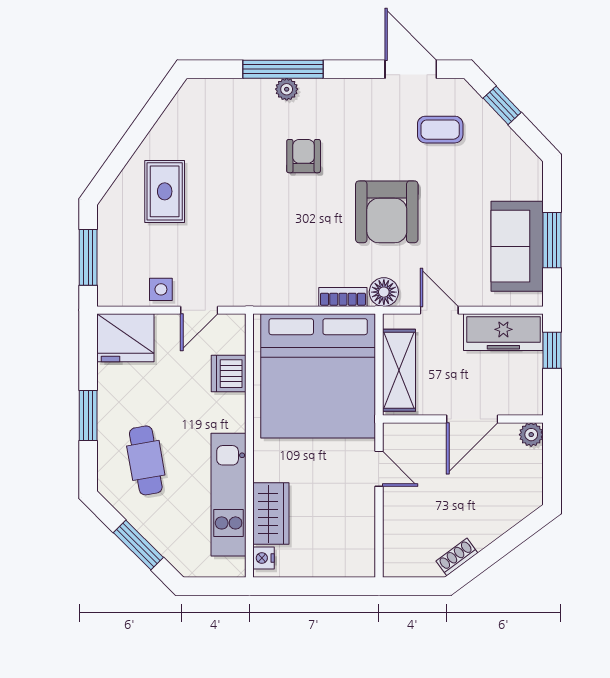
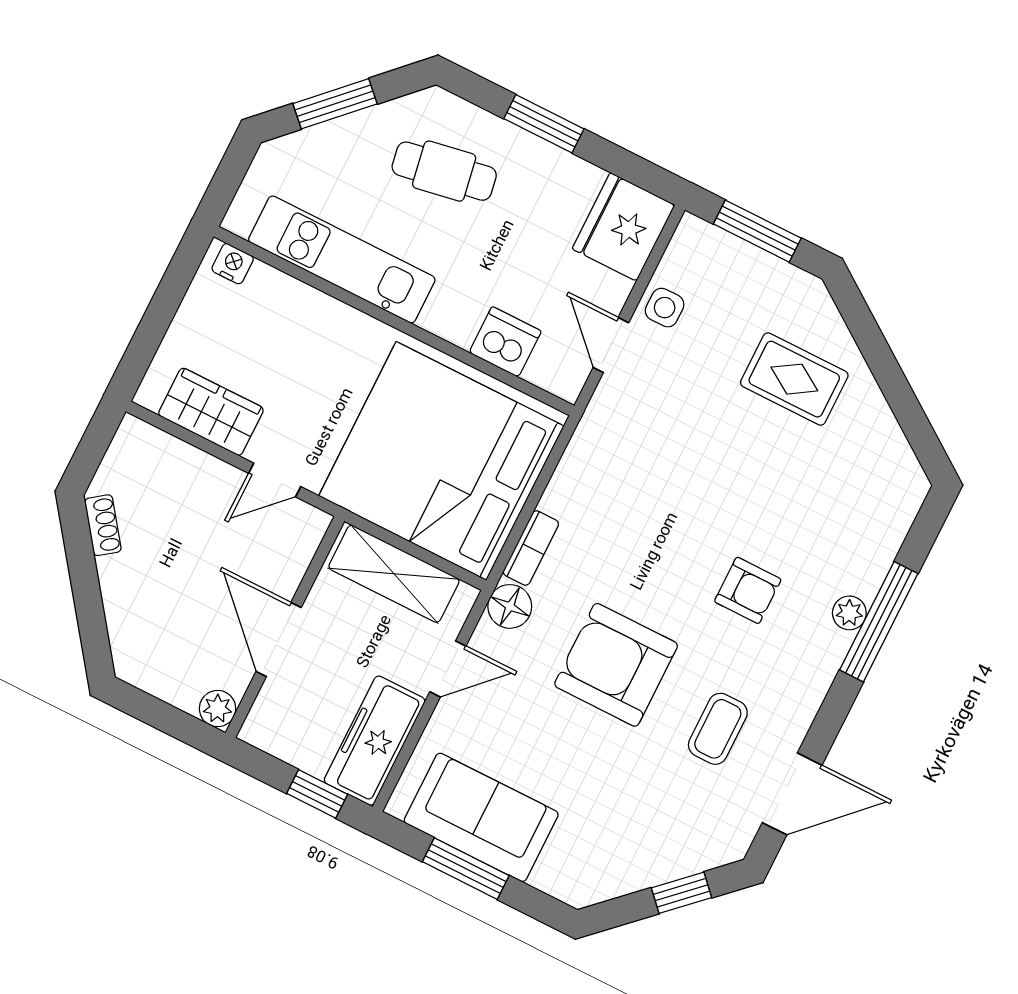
coffee table: (440, 130) -> (718, 729), moved
wardrobe: (271, 514) -> (211, 412), moved, turned 180

